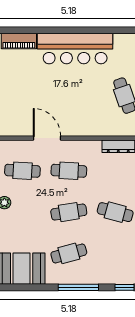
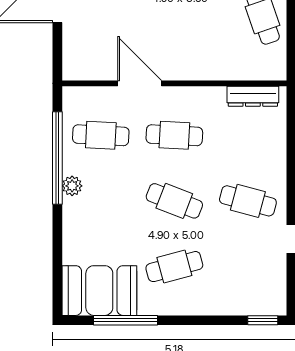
cafe table: (69, 212) -> (174, 201), turned 30
window: (78, 287) -> (125, 320), moved

